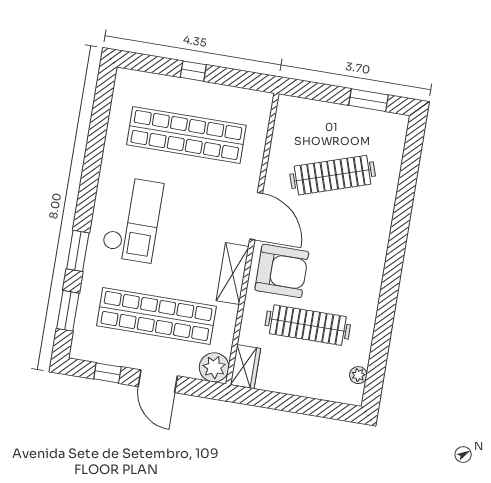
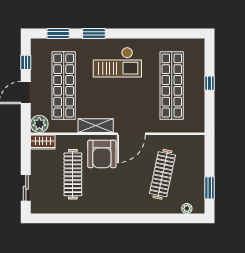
clothes rail: (333, 175) -> (162, 174), turned 30
plant: (358, 375) -> (187, 208), moved
sliding door: (317, 408) -> (26, 188), added

